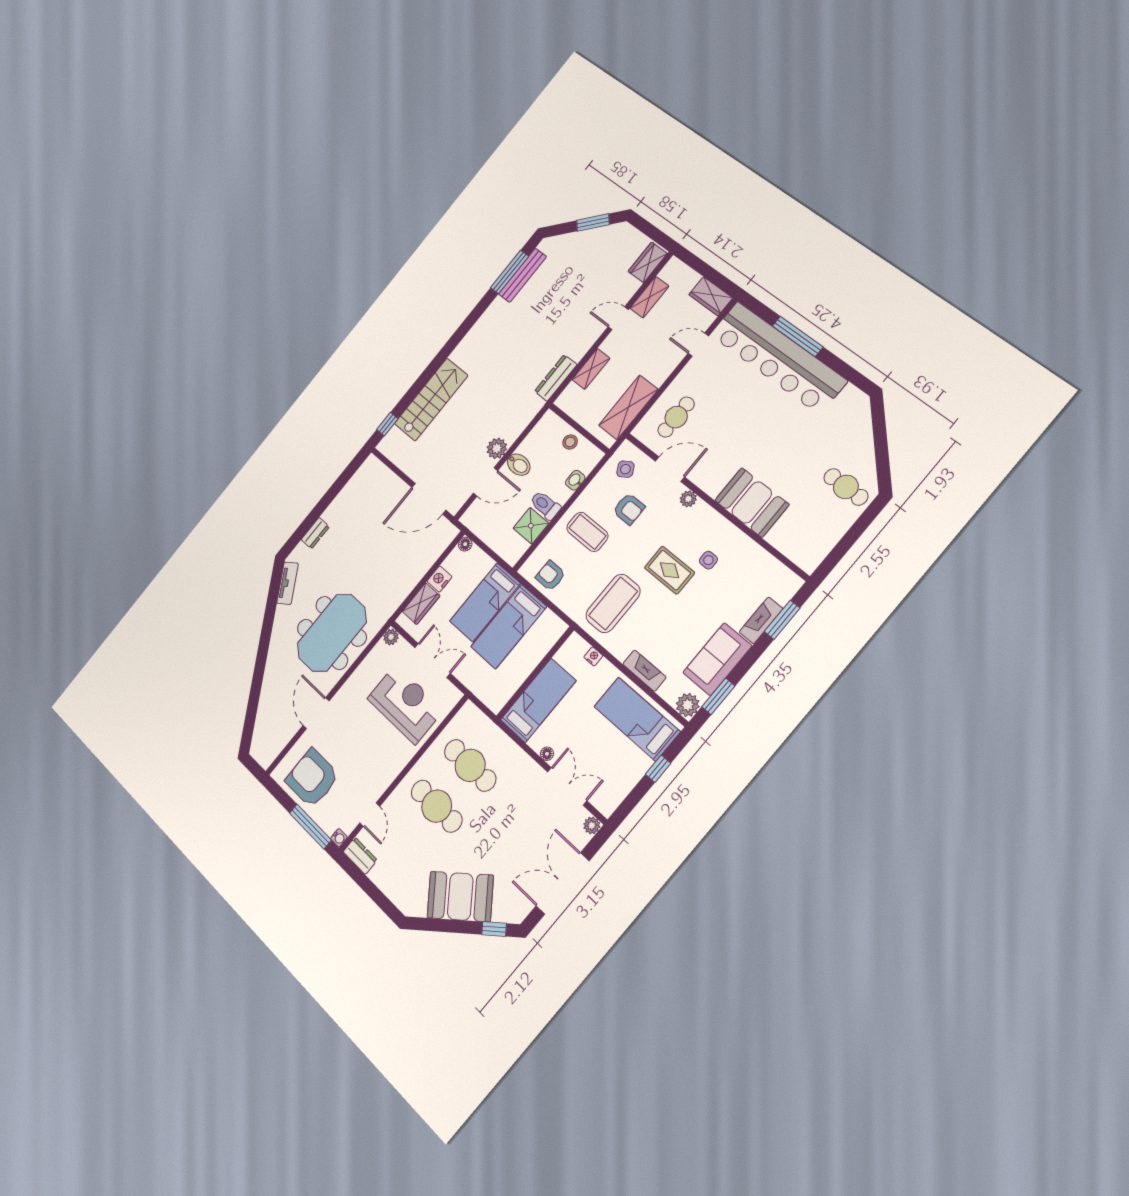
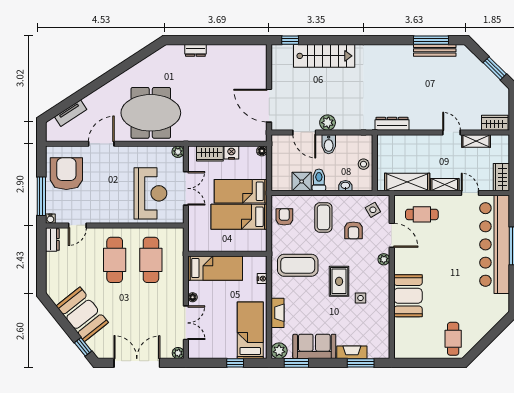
shelving: (591, 369) -> (445, 185), moved
tv unit: (287, 583) -> (71, 113), moved

